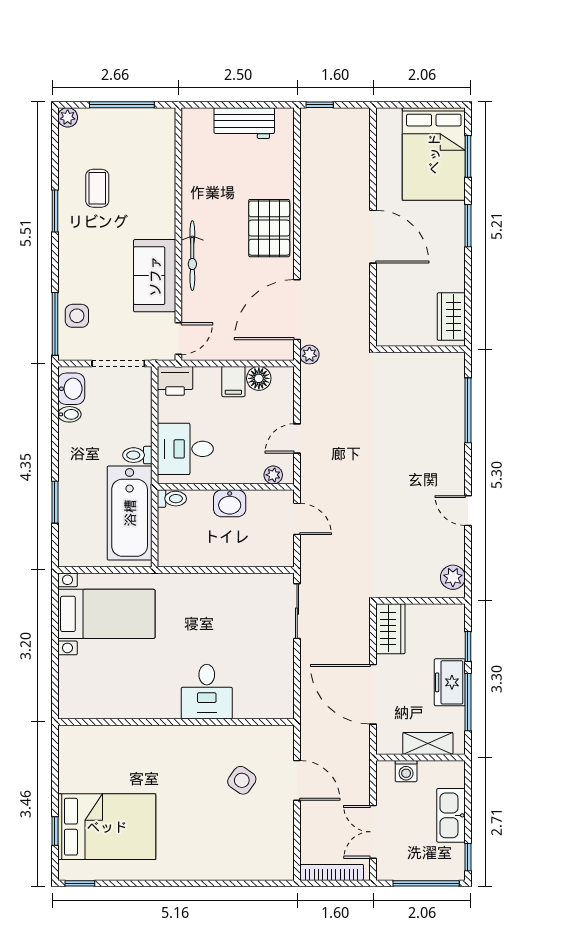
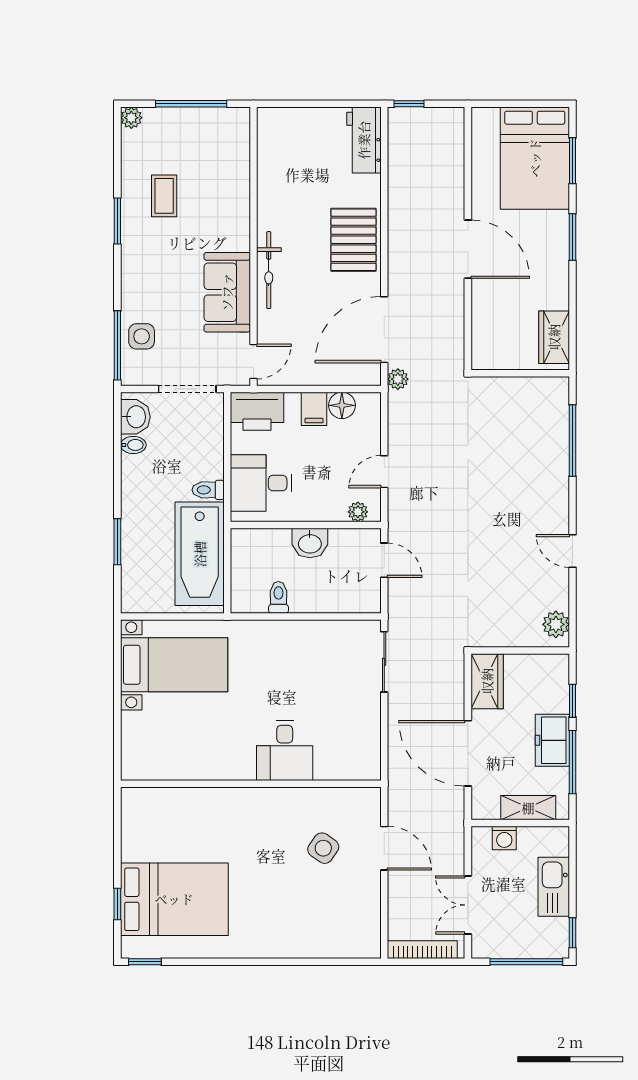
workbench: (244, 123) -> (364, 140), moved, turned 90
printer: (175, 381) -> (257, 411), width x1.37, depth x1.19
toilet: (172, 499) -> (278, 597), moved, turned -90

